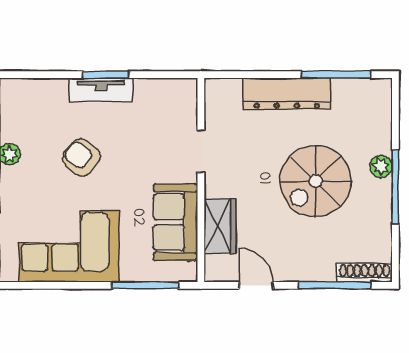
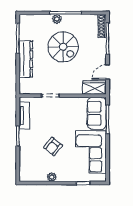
tv unit: (101, 90) -> (24, 116), moved
sofa: (175, 222) -> (97, 113), moved, turned 90
wardrobe: (220, 226) -> (94, 88), moved

